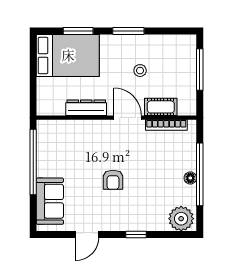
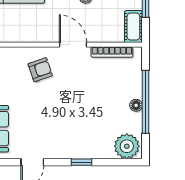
cot: (161, 107) -> (133, 27), moved, turned 90
dresser: (86, 108) -> (31, 35), removed
armchair: (113, 180) -> (40, 70), moved, turned -109

